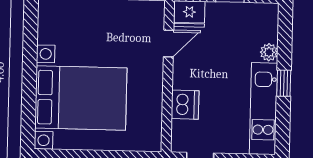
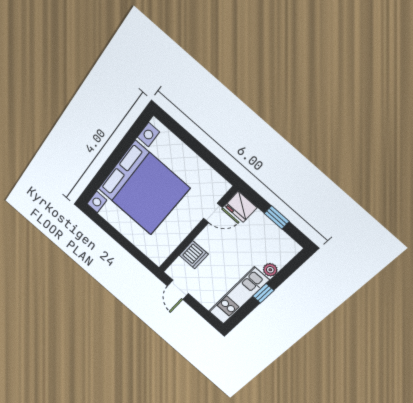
bed with nightstands: (81, 98) -> (143, 188), width x1.36

